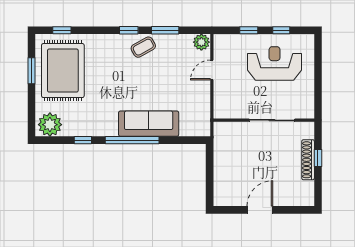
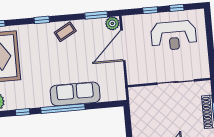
window: (129, 30) -> (42, 20), moved
window: (165, 30) -> (96, 15), moved
reception desk: (275, 63) -> (174, 36), turned 180
door: (212, 70) -> (123, 45), width x1.87

